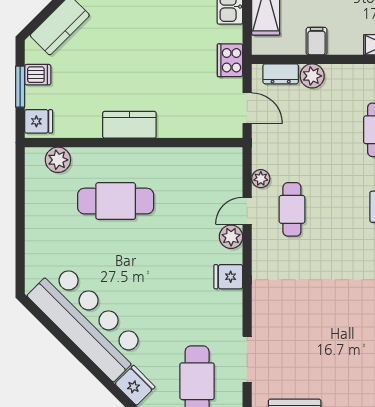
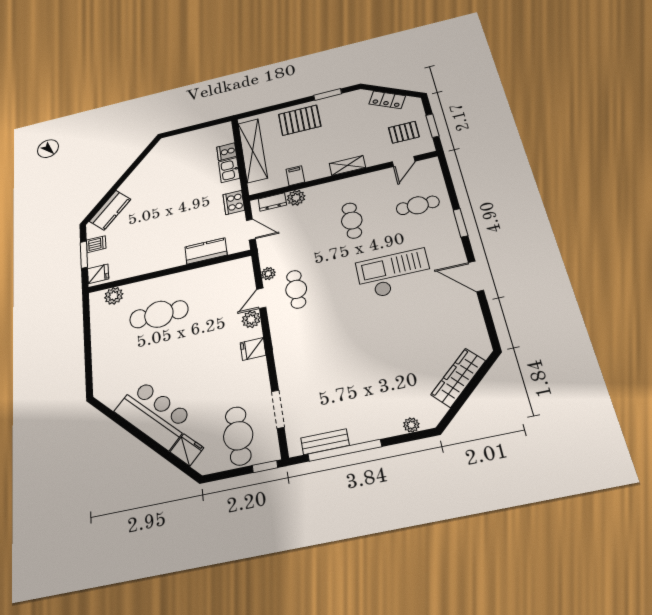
kitchen counter: (129, 125) -> (206, 251), moved
bar counter: (88, 321) -> (154, 414), width x0.73

